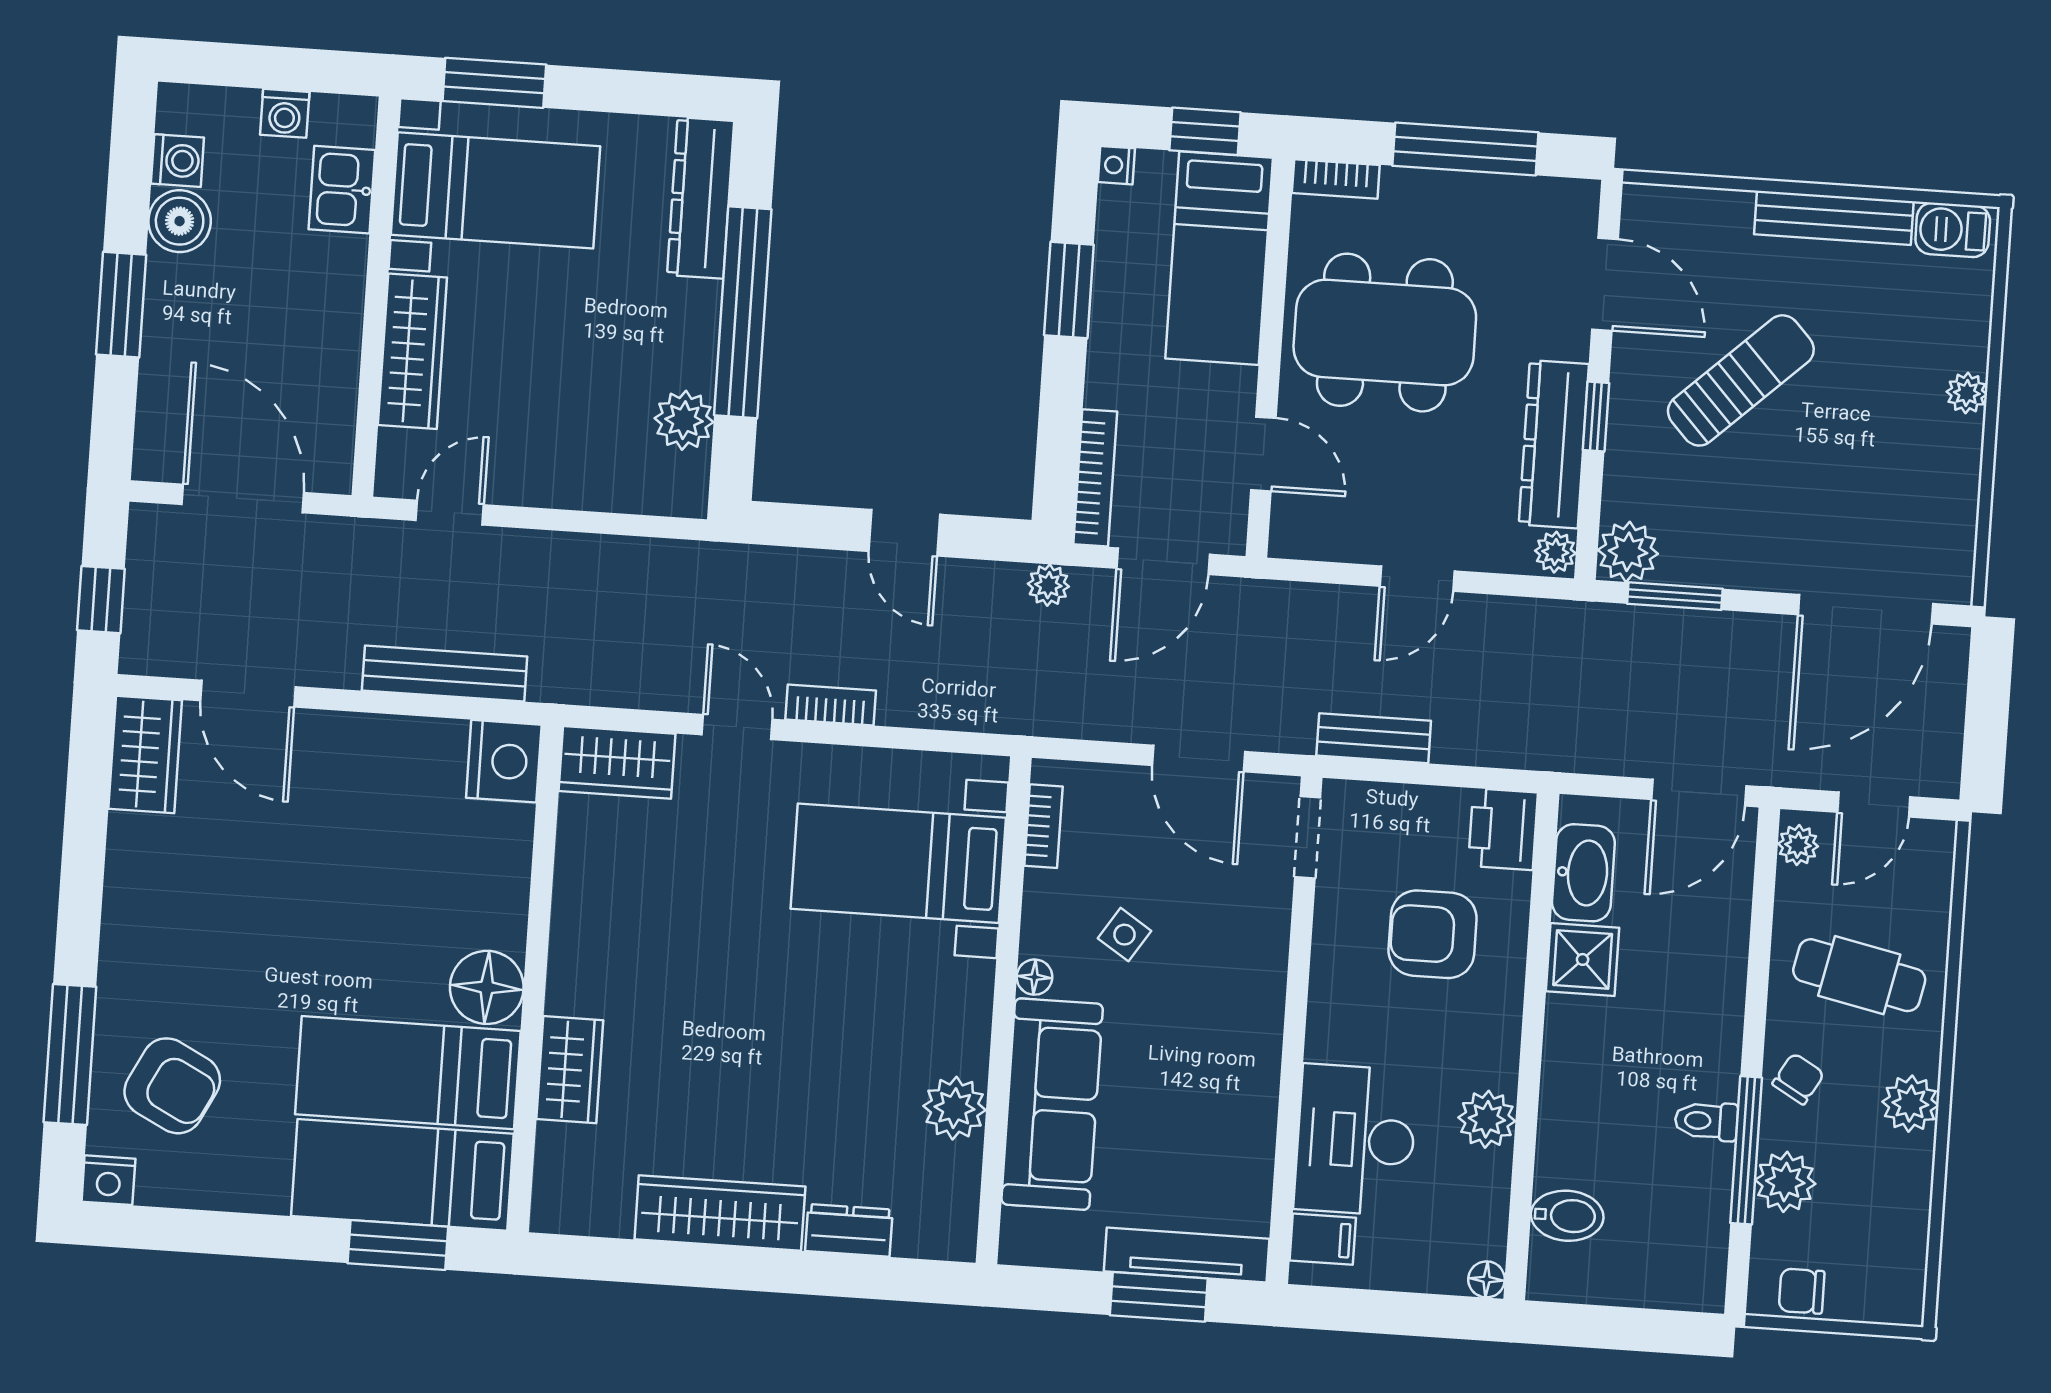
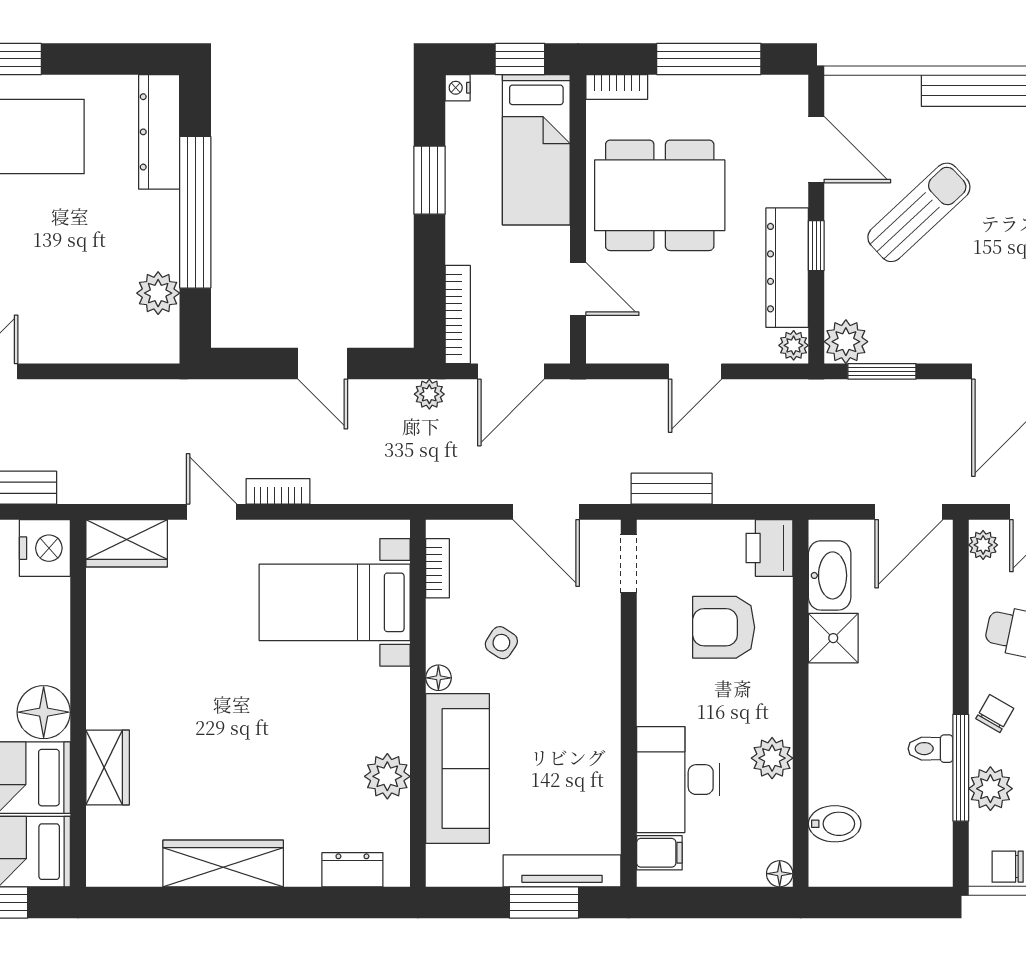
dresser: (849, 1230) -> (352, 870), moved

